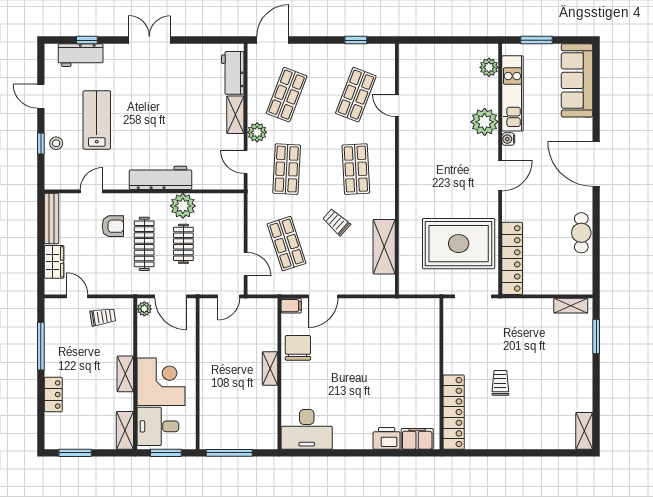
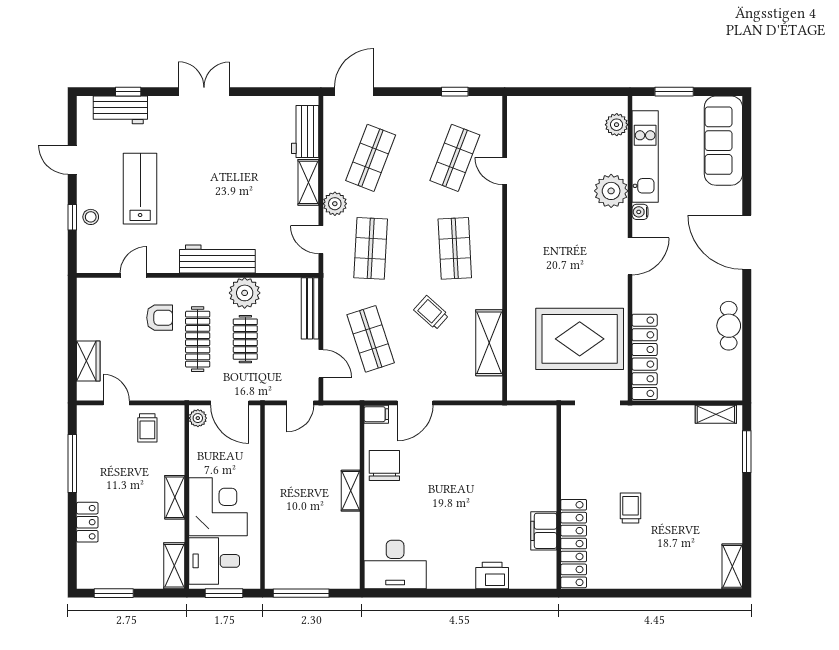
bench: (52, 218) -> (310, 308), moved
trolley: (103, 317) -> (147, 428), turned 99
filing cabinet: (417, 439) -> (544, 531), moved, turned -90

